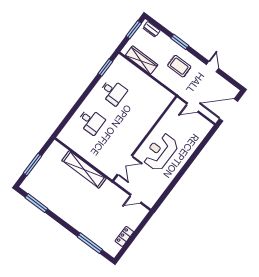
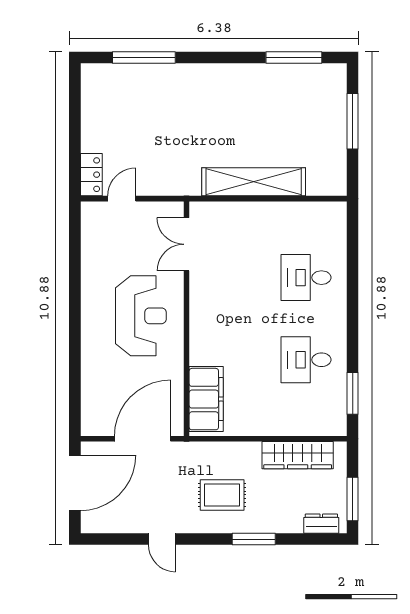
filing cabinet: (159, 105) -> (206, 399), added
door: (193, 108) -> (143, 439), width x1.88
locker: (124, 236) -> (91, 175), moved

